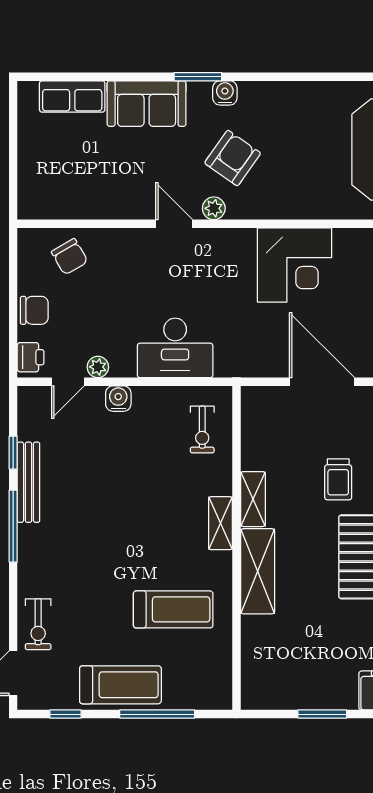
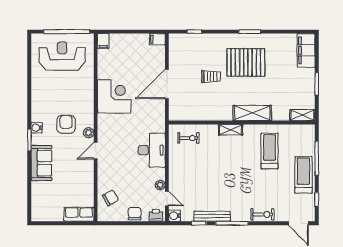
row of seats: (72, 96) -> (79, 214), moved, turned -90
armchair: (233, 158) -> (66, 124), turned 55
water cooler: (118, 399) -> (174, 216), moved
shelving: (253, 499) -> (302, 115), moved
exercise bike: (38, 624) -> (263, 214), moved

